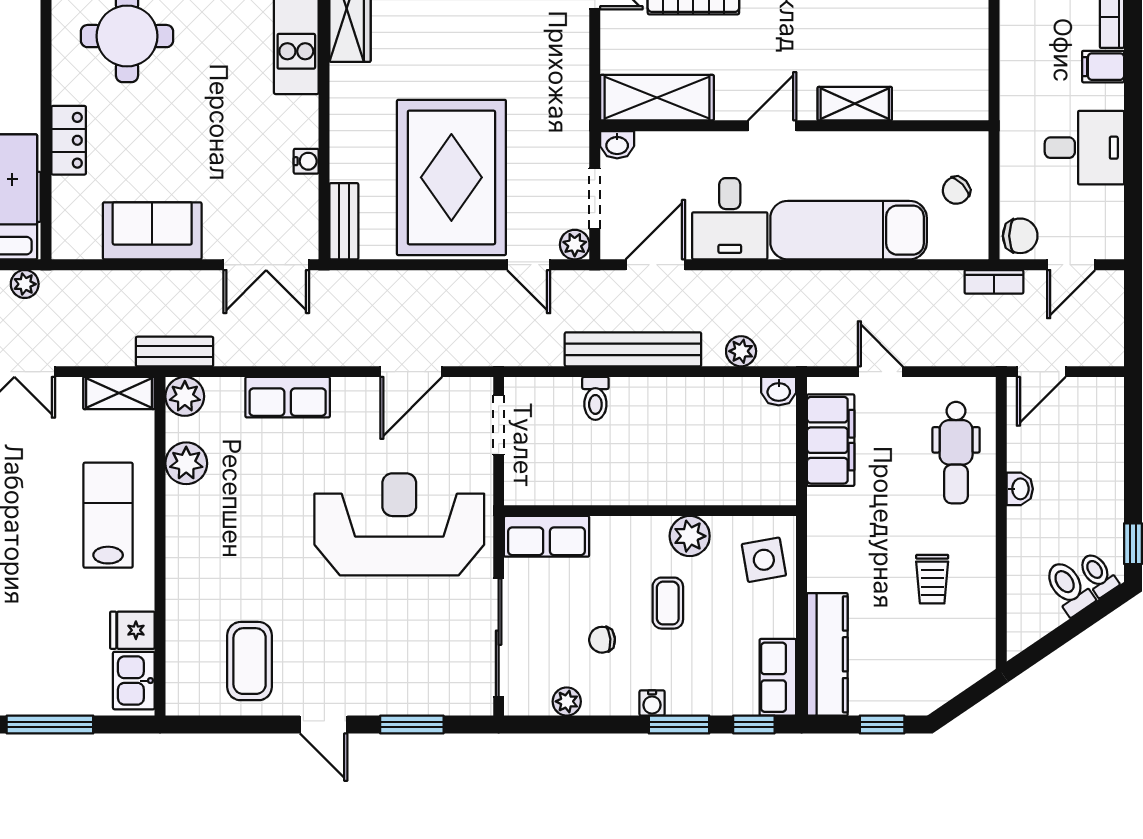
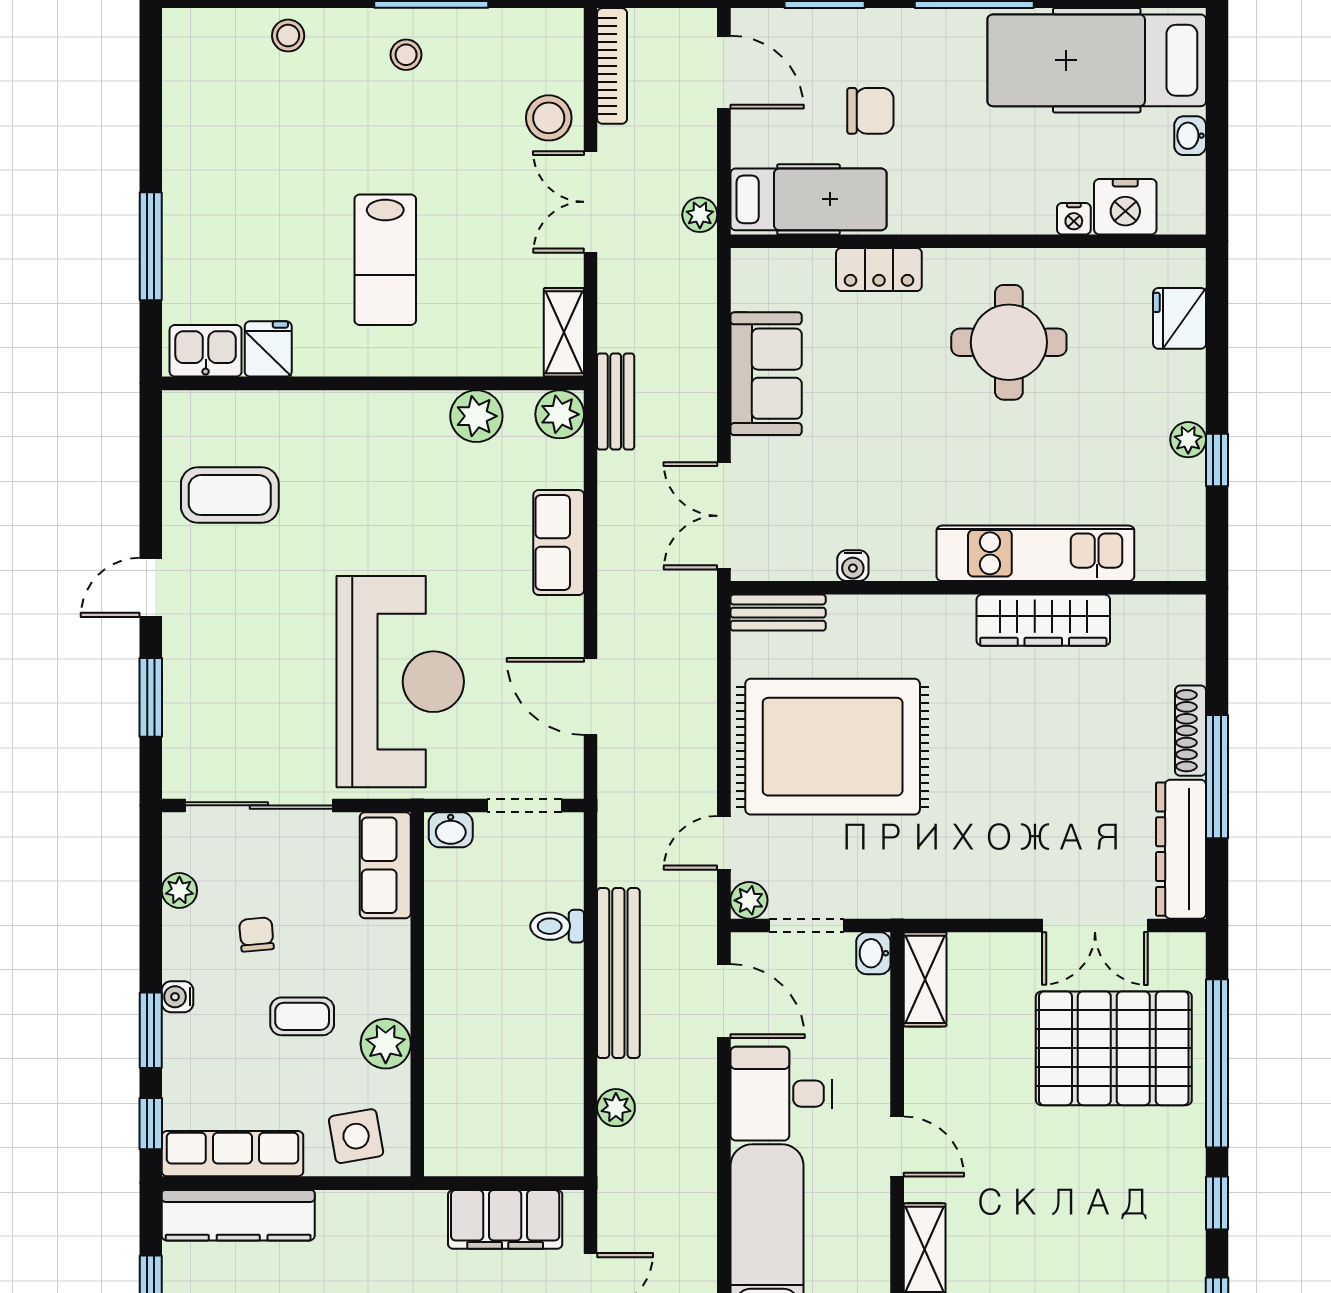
shelving: (657, 98) -> (925, 979), width x0.67, depth x0.75
washbasin: (779, 391) -> (451, 830), moved, turned -90
lab bench: (108, 515) -> (385, 260), moved, turned 90
row of seats: (778, 677) -> (232, 1154), width x1.48

